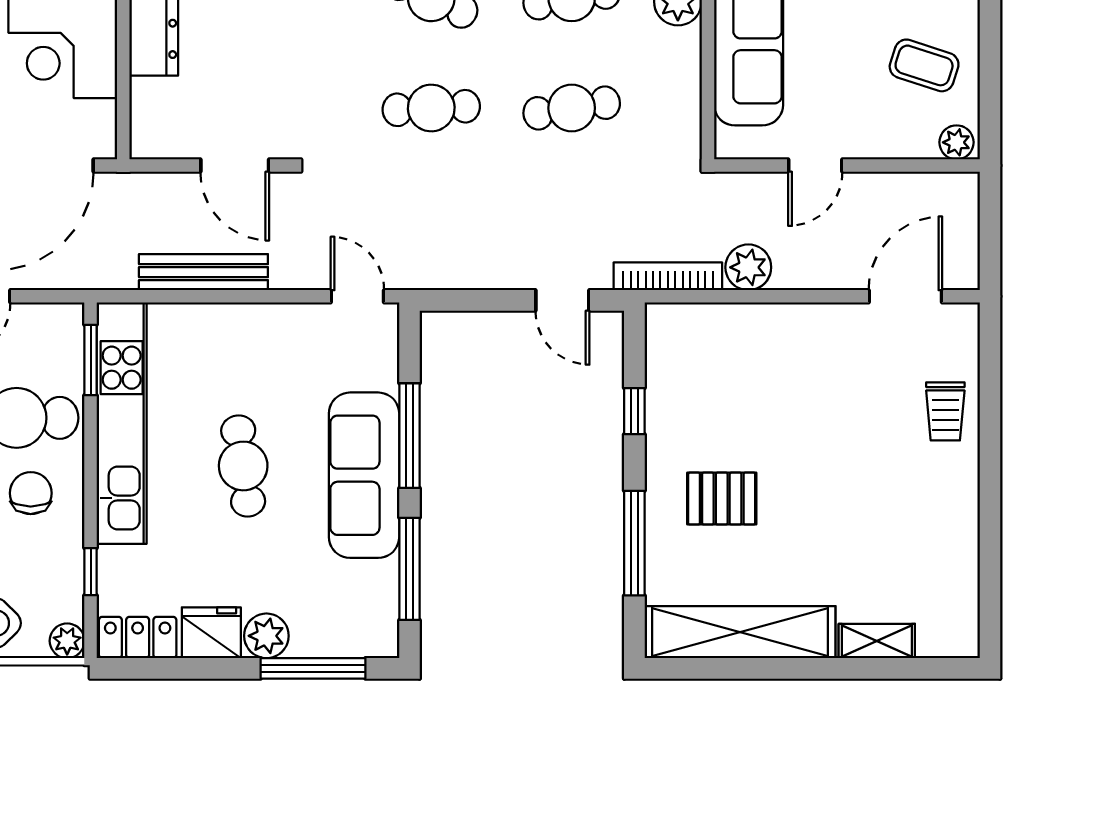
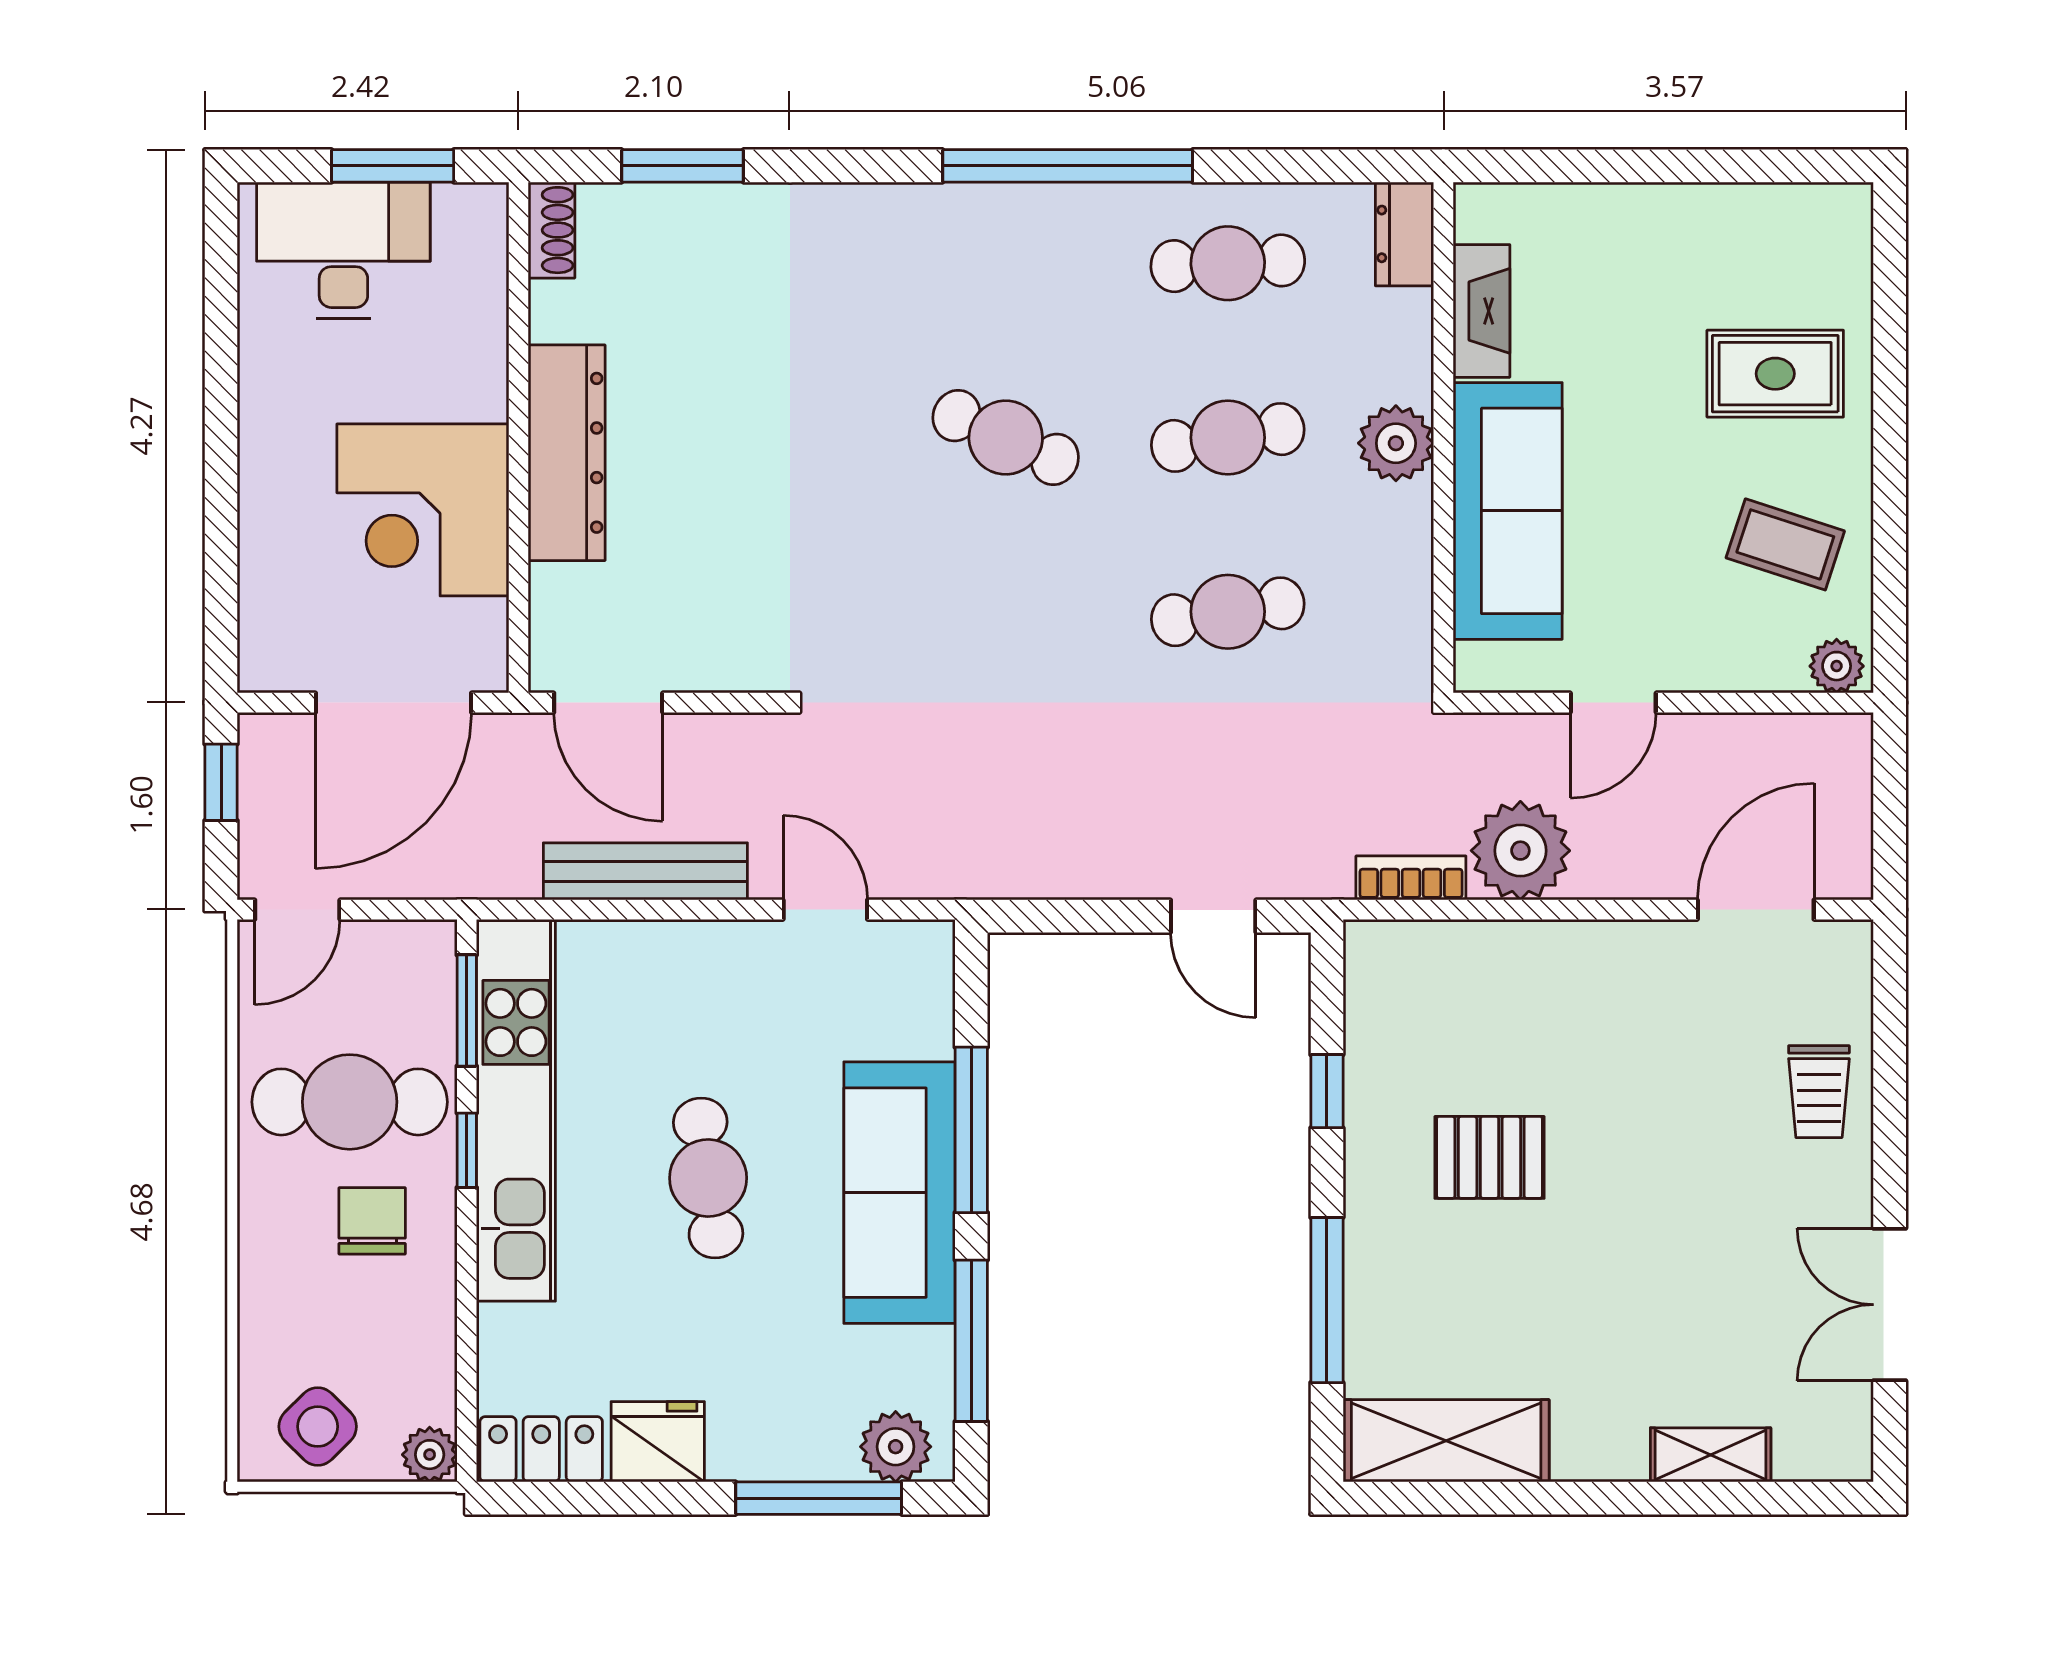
cafe table: (431, 108) -> (1006, 612), removed
door: (235, 165) -> (608, 703), moved
plant: (748, 267) -> (1520, 851), width x1.36, depth x1.36
bookcase: (668, 276) -> (1411, 878), width x0.64
door: (357, 296) -> (825, 910), moved
pallet: (722, 499) -> (1489, 1157), moved
double door: (990, 546) -> (1890, 1305), added
window: (91, 572) -> (467, 1150), moved
shelving: (740, 632) -> (1446, 1441), width x0.68
plant: (266, 636) -> (896, 1447), moved

